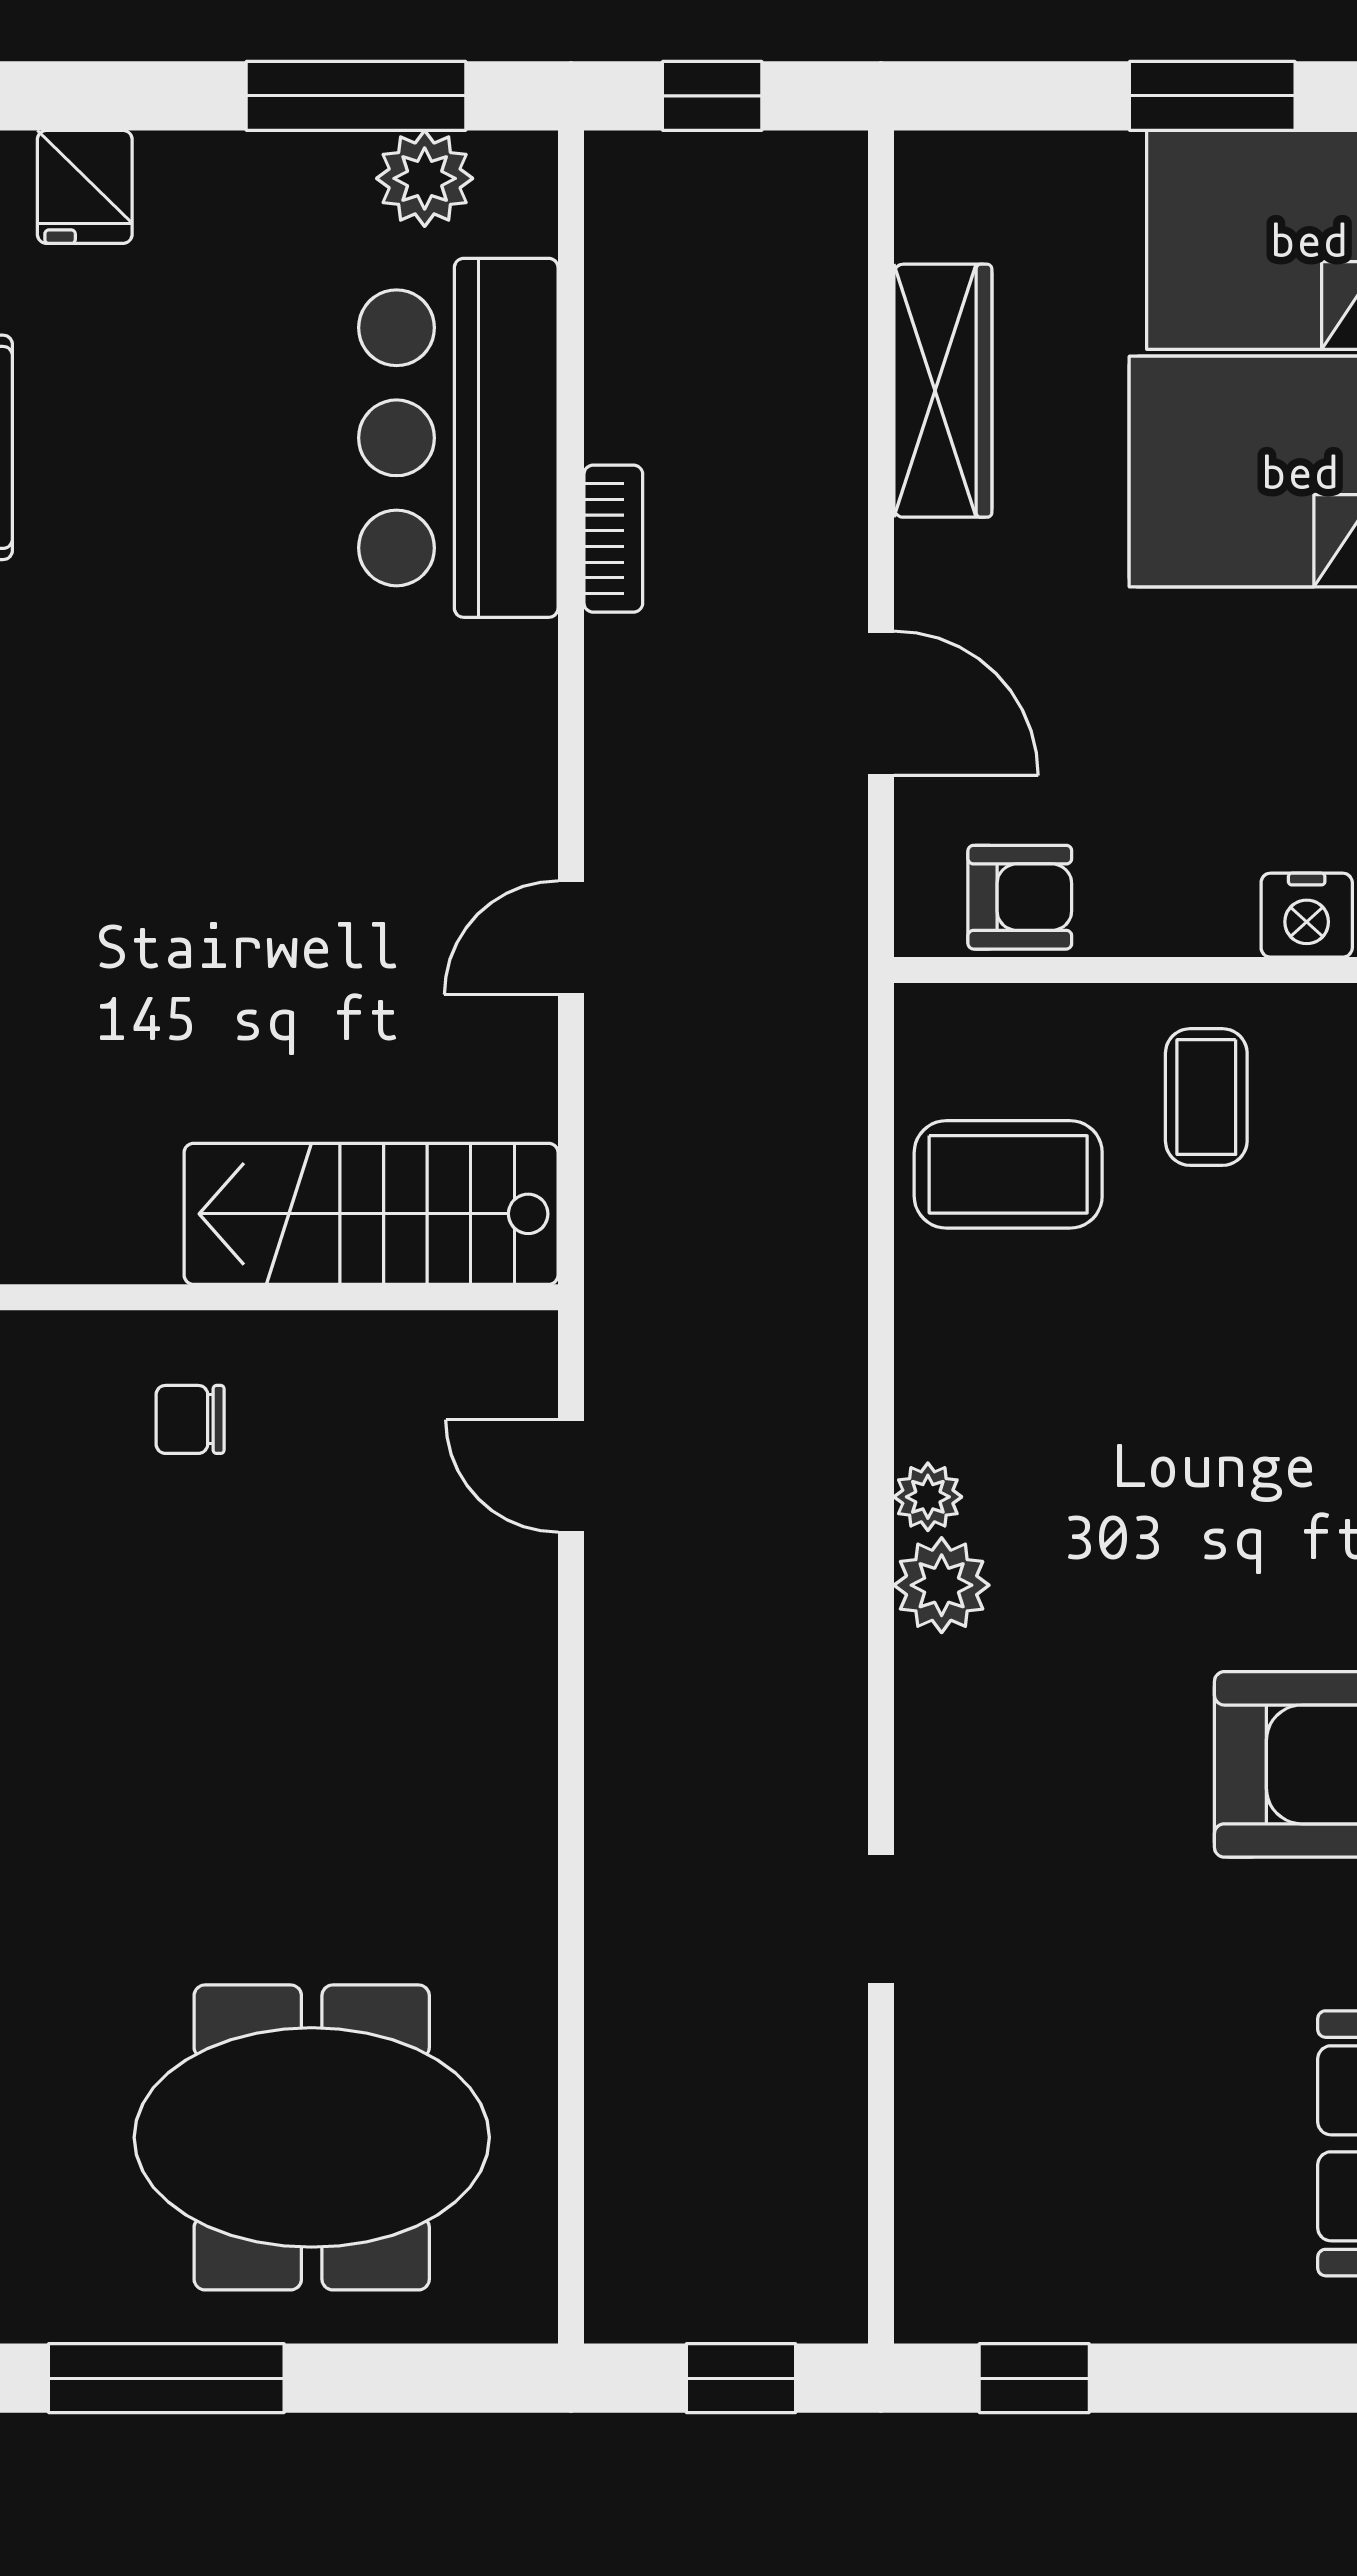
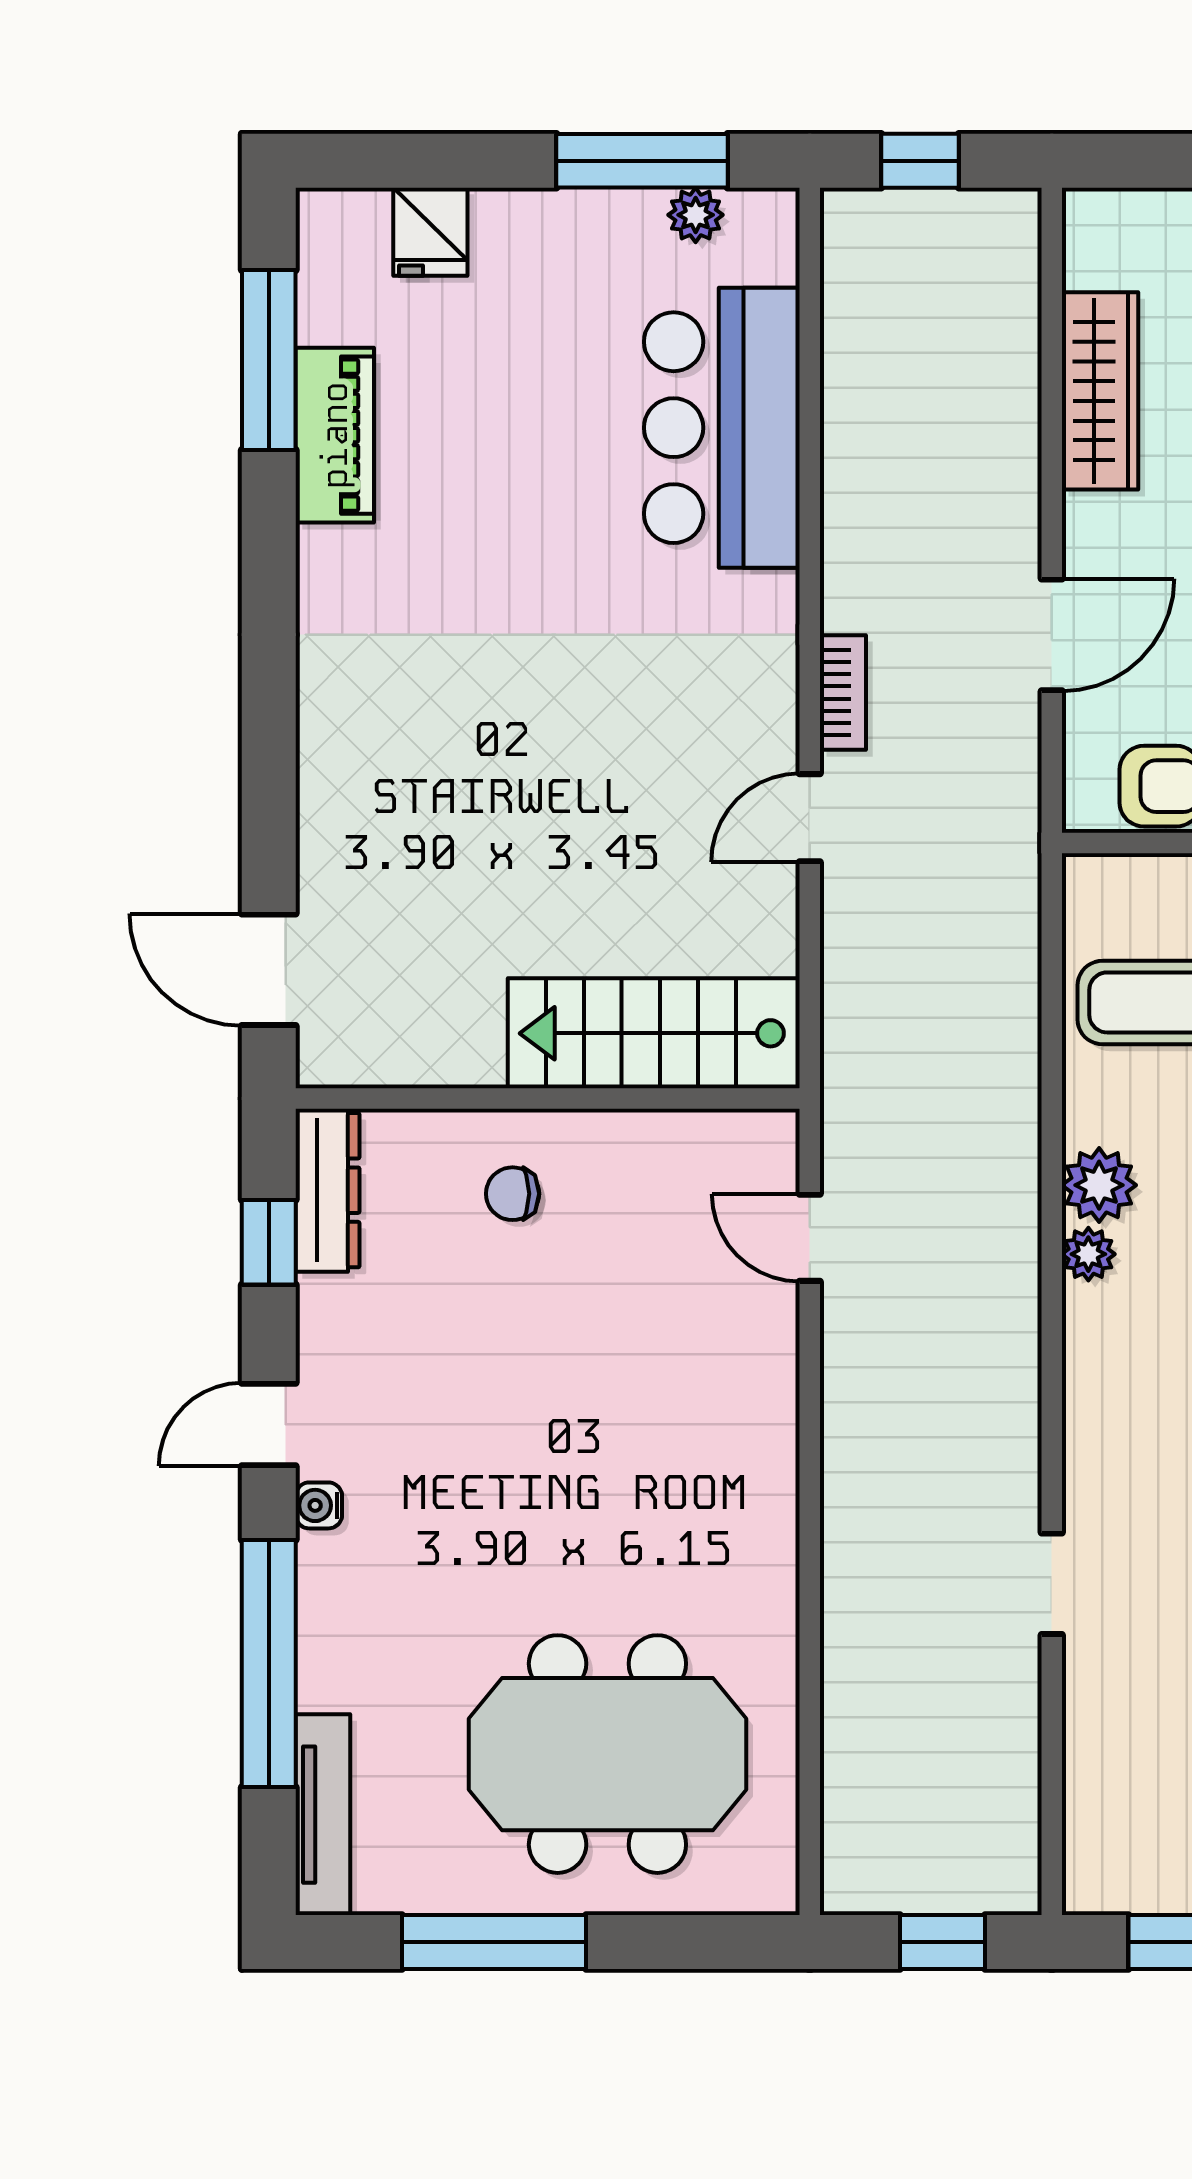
plant: (425, 178) -> (696, 215), width x0.73, depth x0.73
bookcase: (613, 539) -> (843, 692), moved
door: (881, 703) -> (1052, 635), hinge flipped
plant: (942, 1585) -> (1099, 1185), moved

